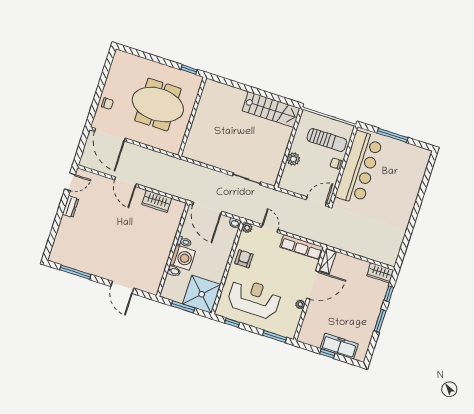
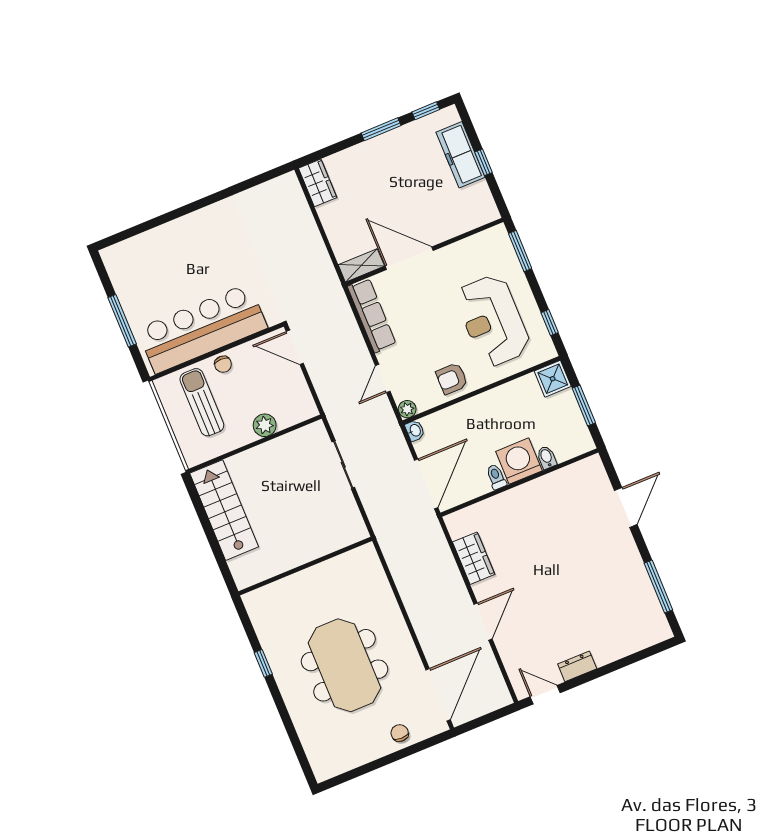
wall: (192, 117) -> (305, 566), moved
shower: (202, 294) -> (553, 379), width x0.54, depth x0.54
window: (389, 294) -> (426, 111), moved
plant: (300, 304) -> (449, 253), removed

